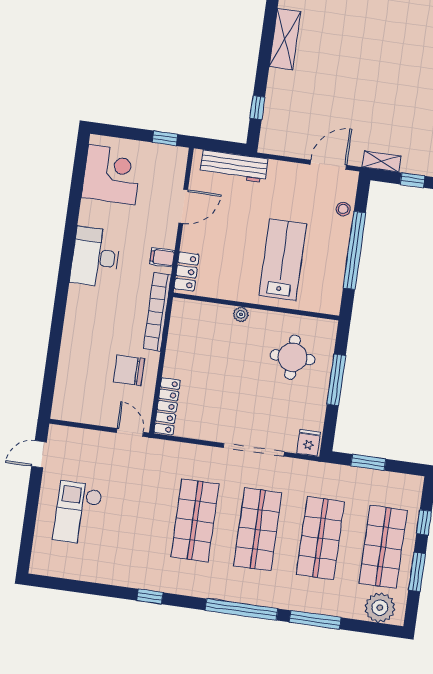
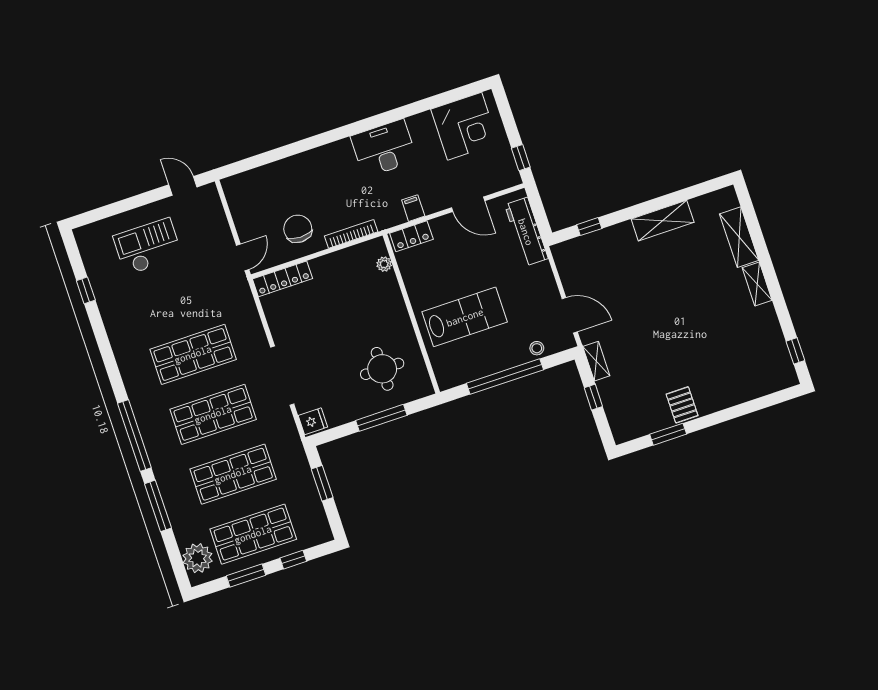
bookcase: (157, 312) -> (351, 234), width x0.68, depth x0.76
plant: (241, 314) -> (384, 264), moved
window: (150, 597) -> (86, 290), moved

